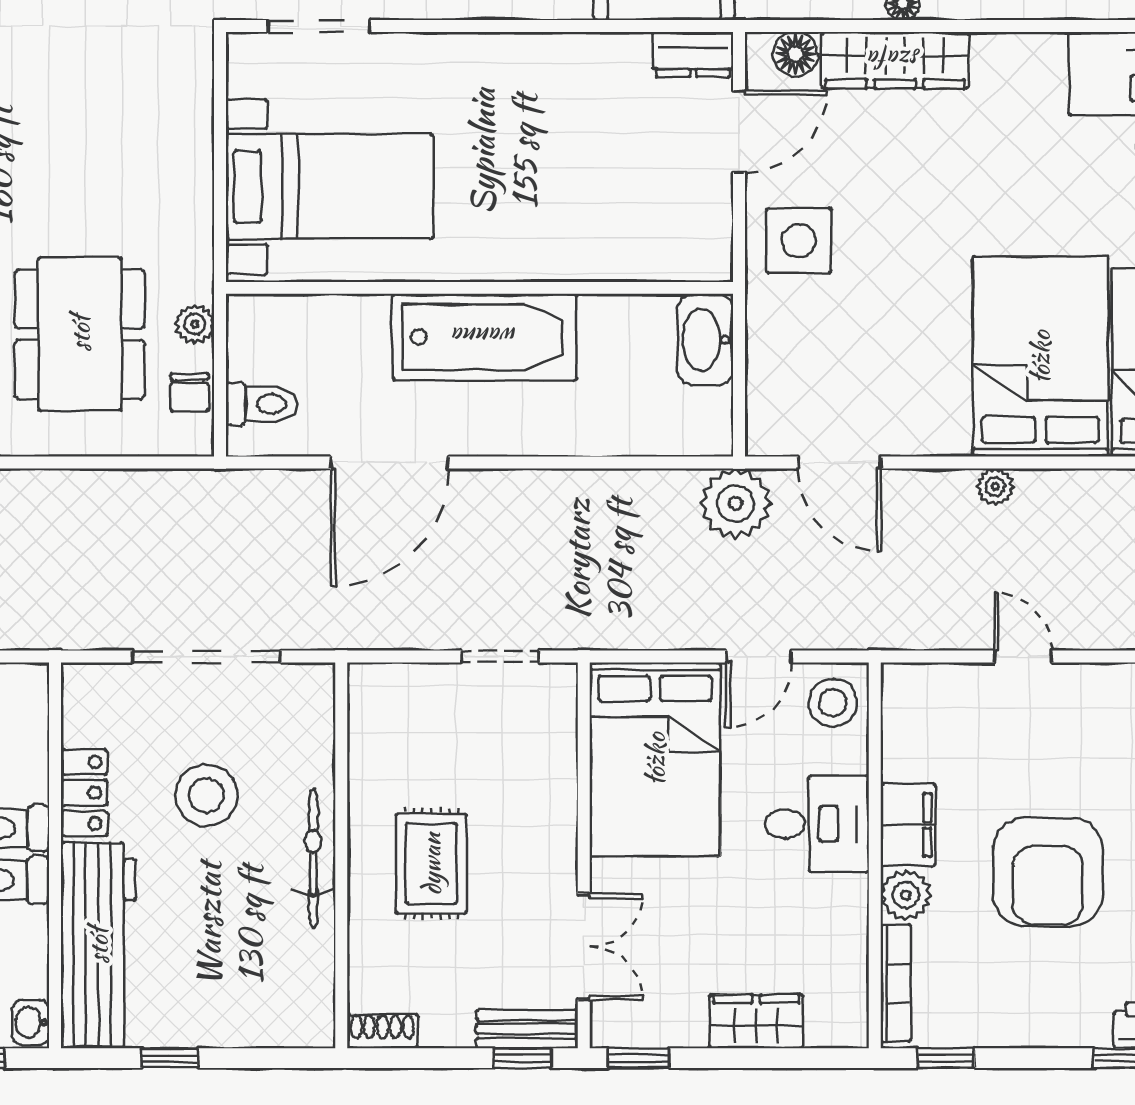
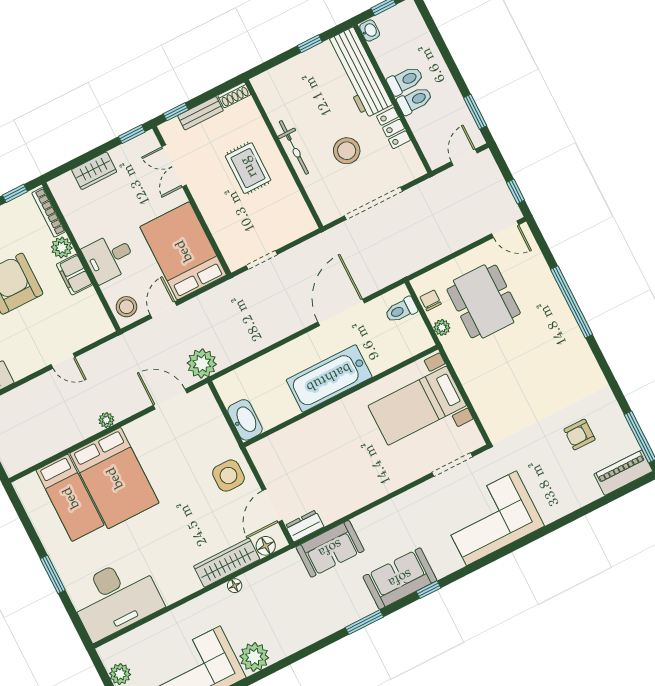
bench: (527, 1029) -> (200, 113), moved

